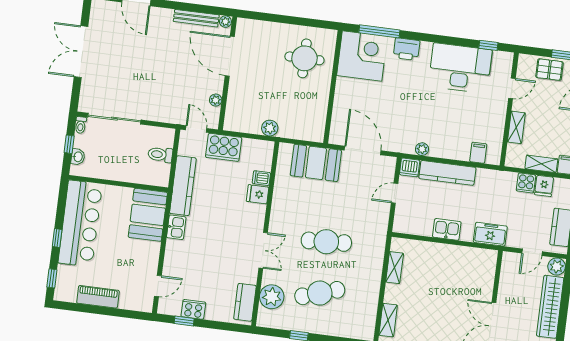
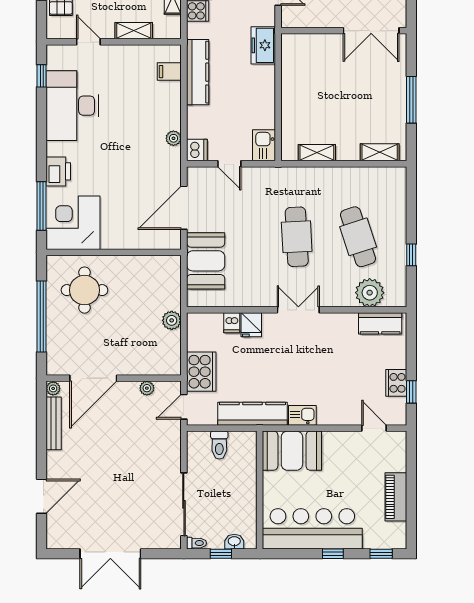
window: (287, 20) -> (42, 316), added
kitchen counter: (447, 173) -> (198, 72), moved
kitchen sink: (447, 229) -> (264, 145), moved
double door: (263, 250) -> (298, 310), moved

